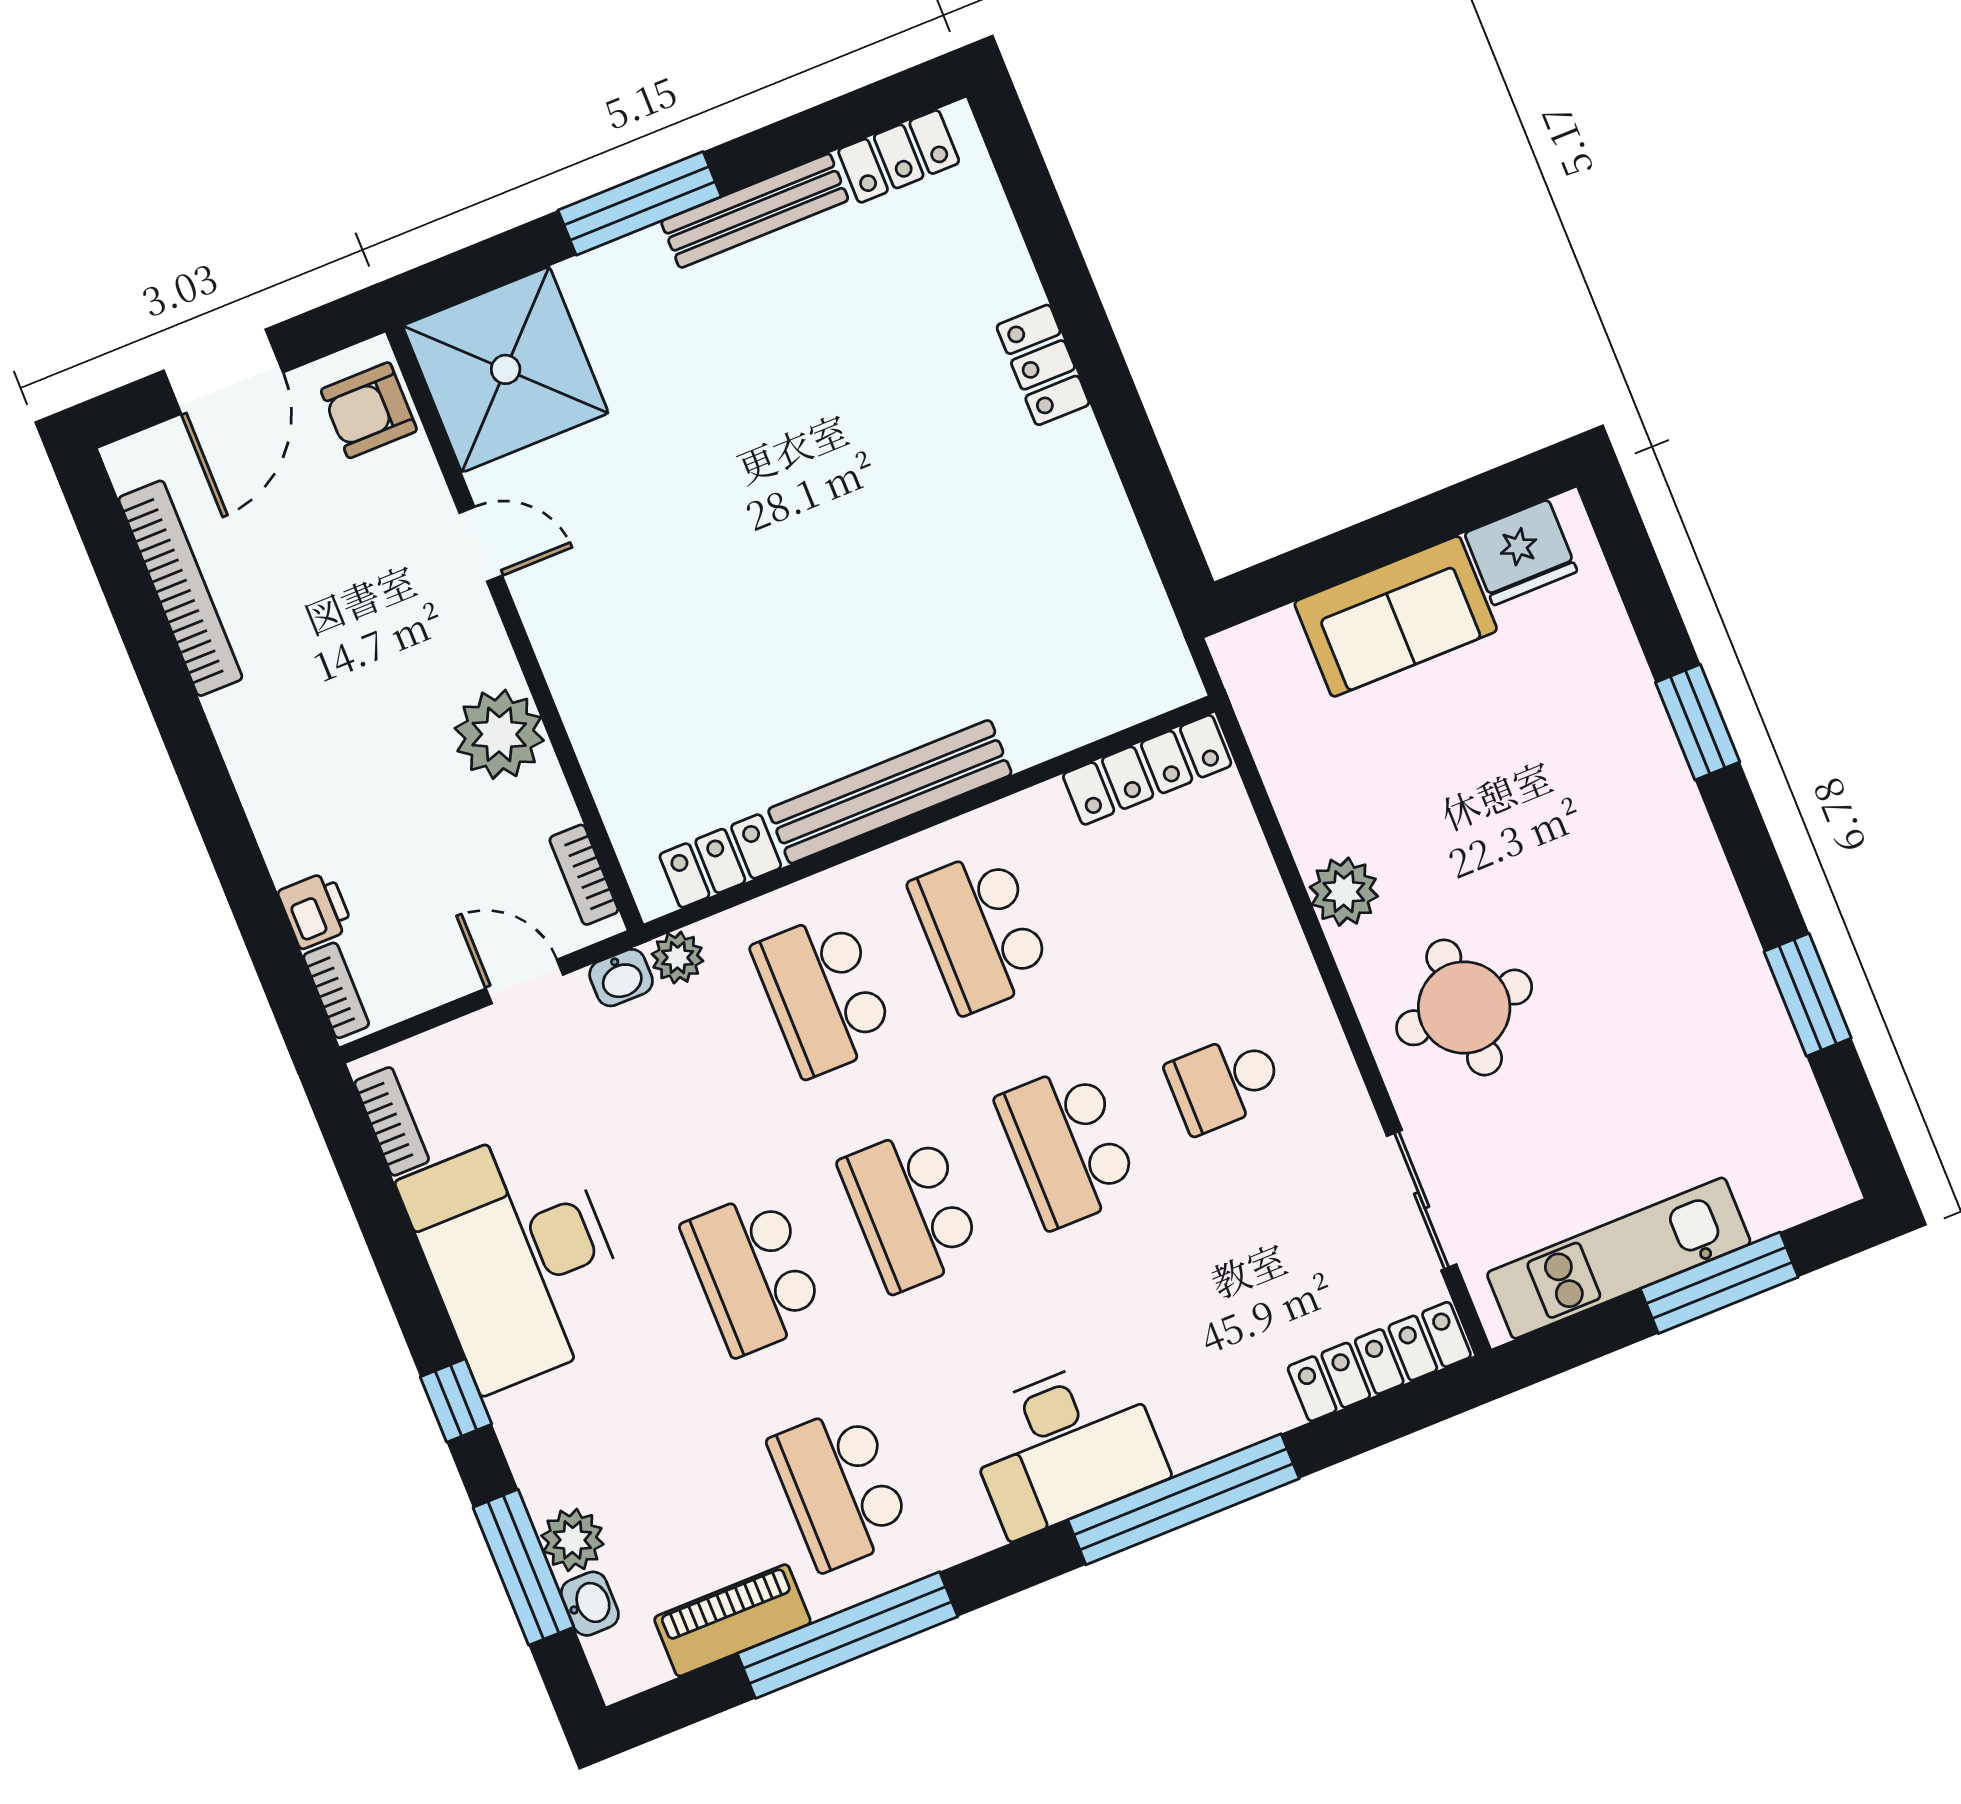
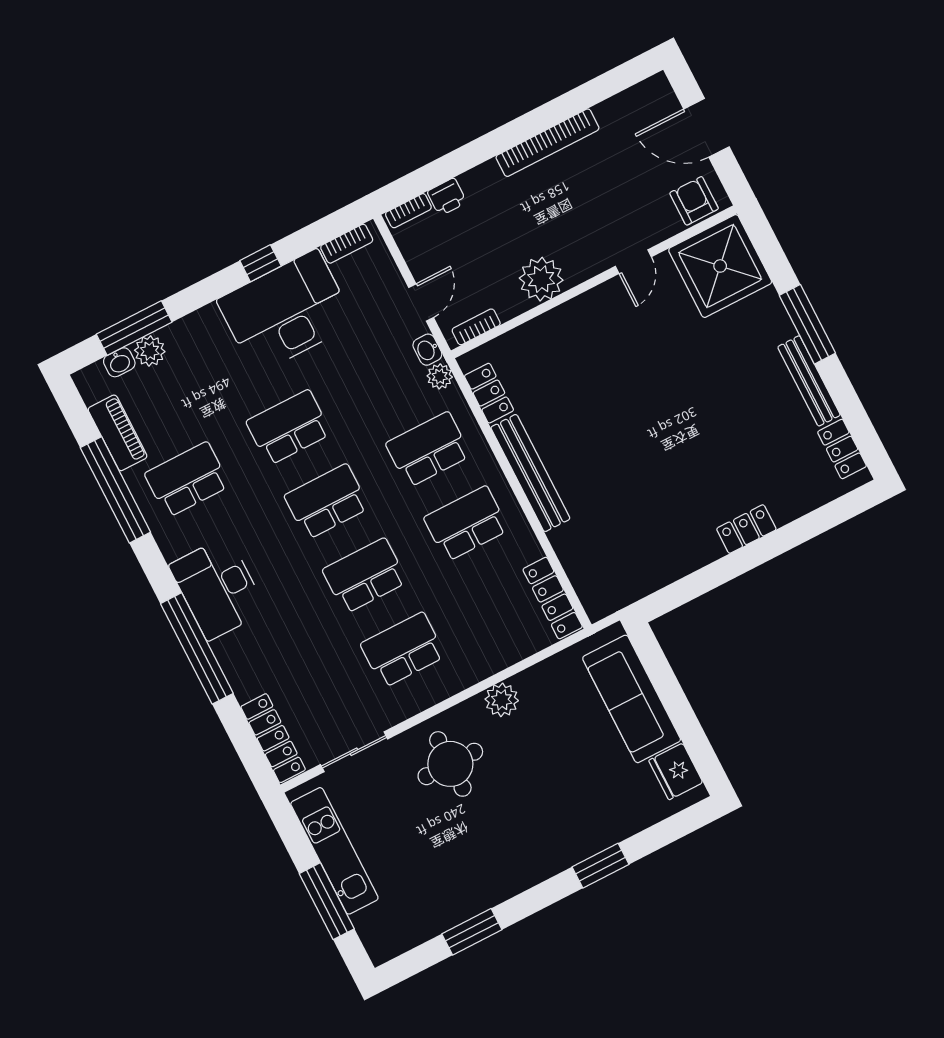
bookcase: (180, 588) -> (548, 143), moved
sofa: (1396, 616) -> (632, 699), width x1.36
school desk: (1225, 1082) -> (403, 650), width x1.85
window: (456, 1400) -> (260, 263), moved

